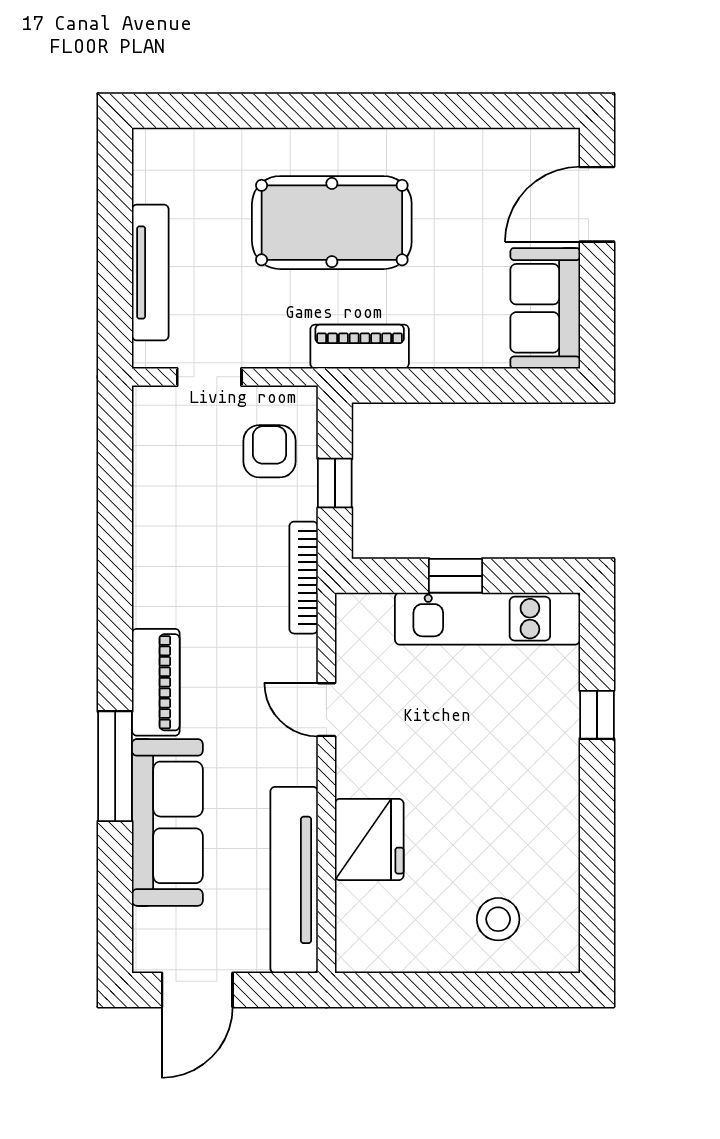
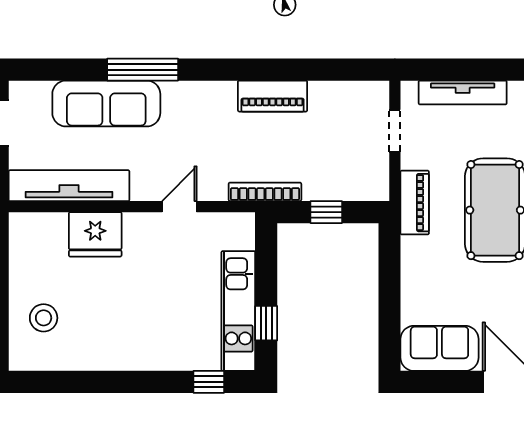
piano: (360, 347) -> (415, 203), moved
armchair: (270, 451) -> (347, 170), removed
window: (456, 576) -> (266, 323), moved
piano: (156, 682) -> (273, 96), moved
window: (597, 715) -> (209, 382), moved

